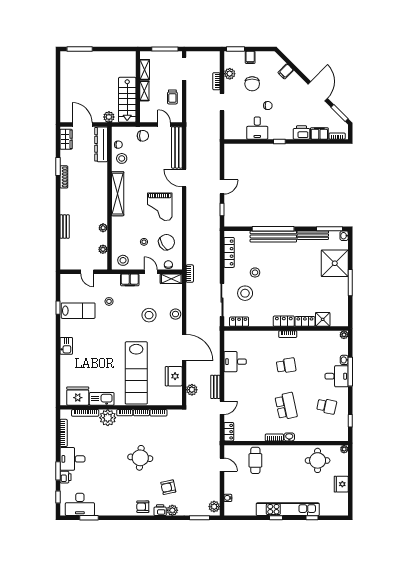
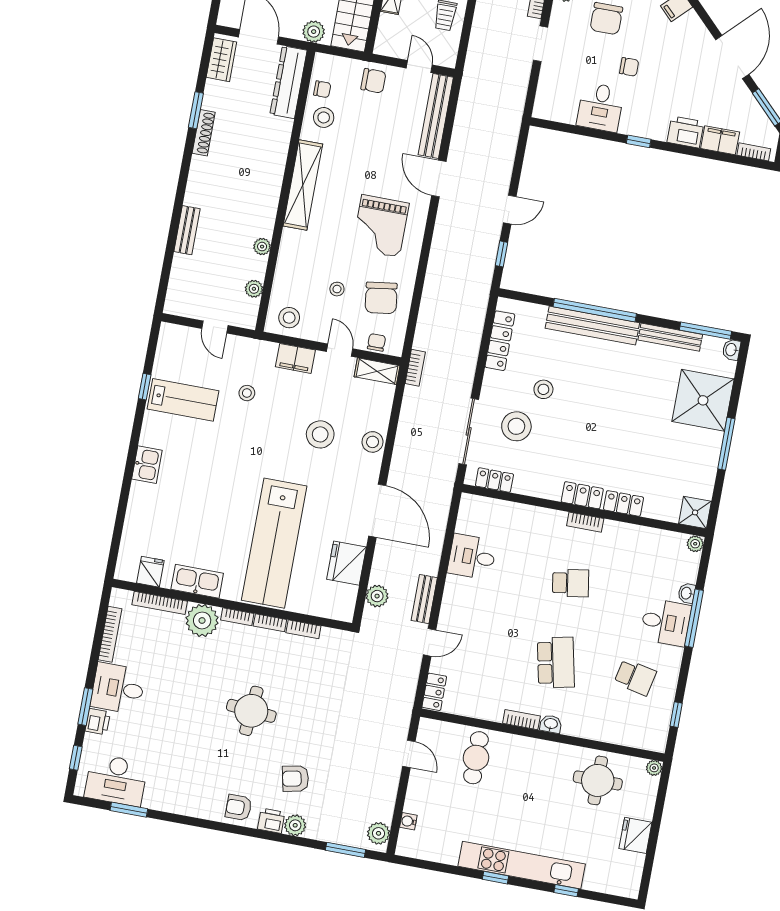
chair: (167, 242) -> (381, 298), turned 114
shower: (323, 319) -> (695, 512), moved
fridge: (78, 396) -> (150, 572), width x0.53, depth x0.75

